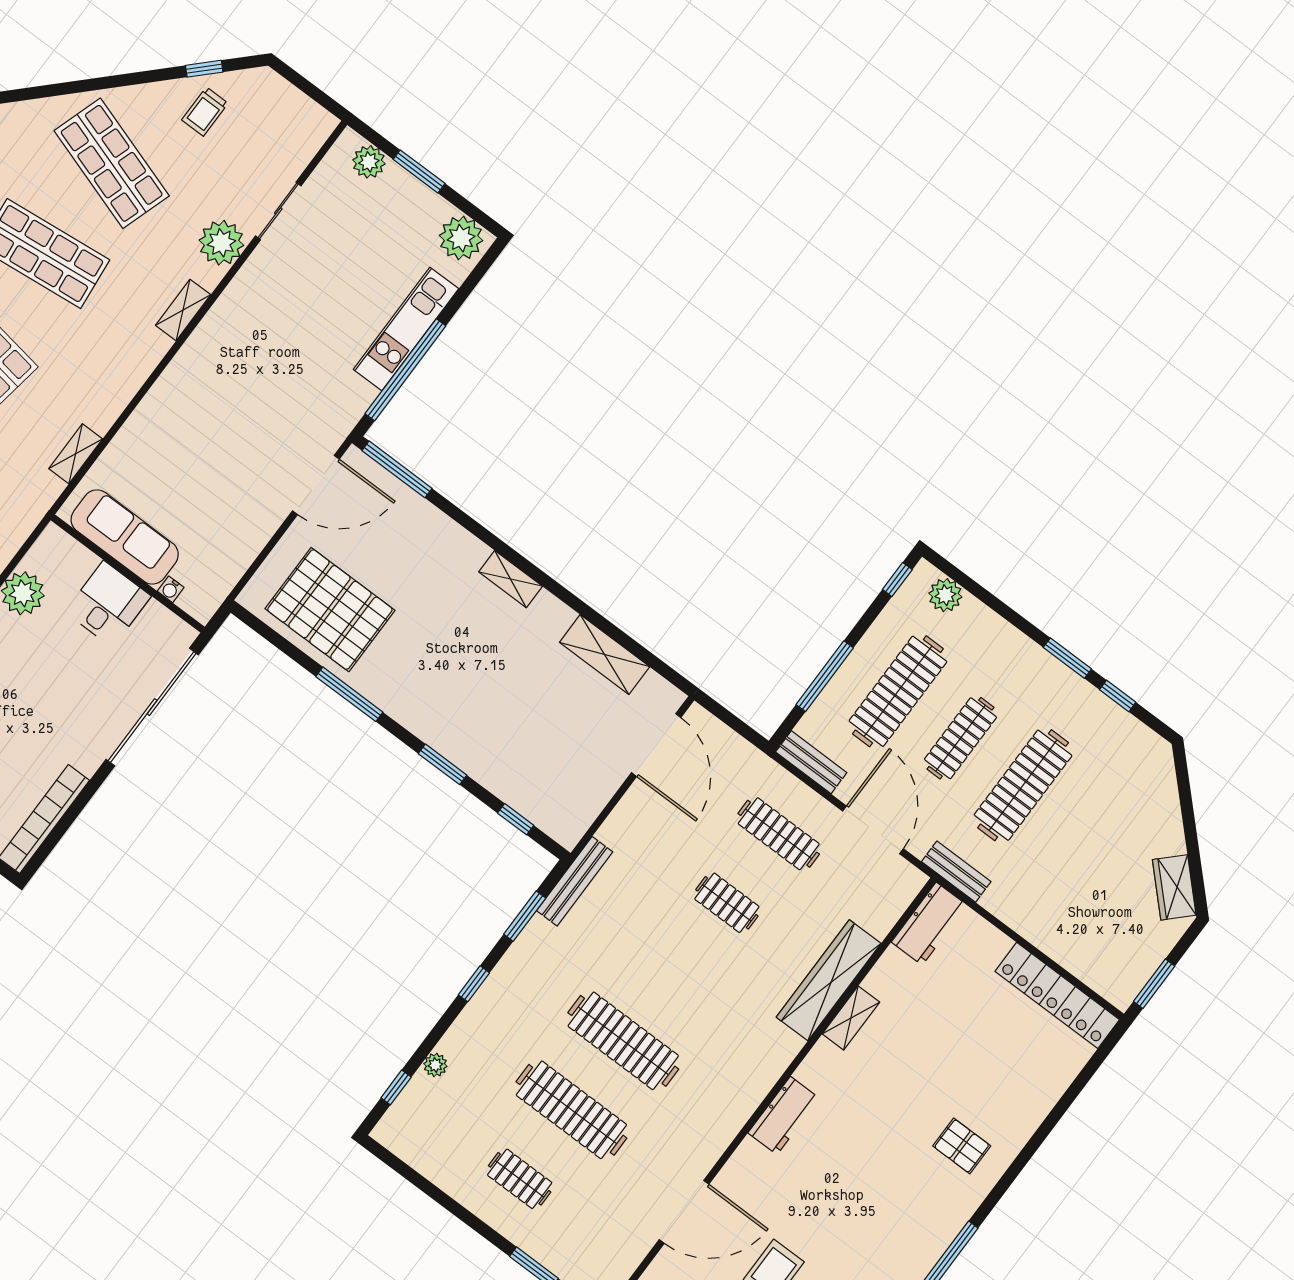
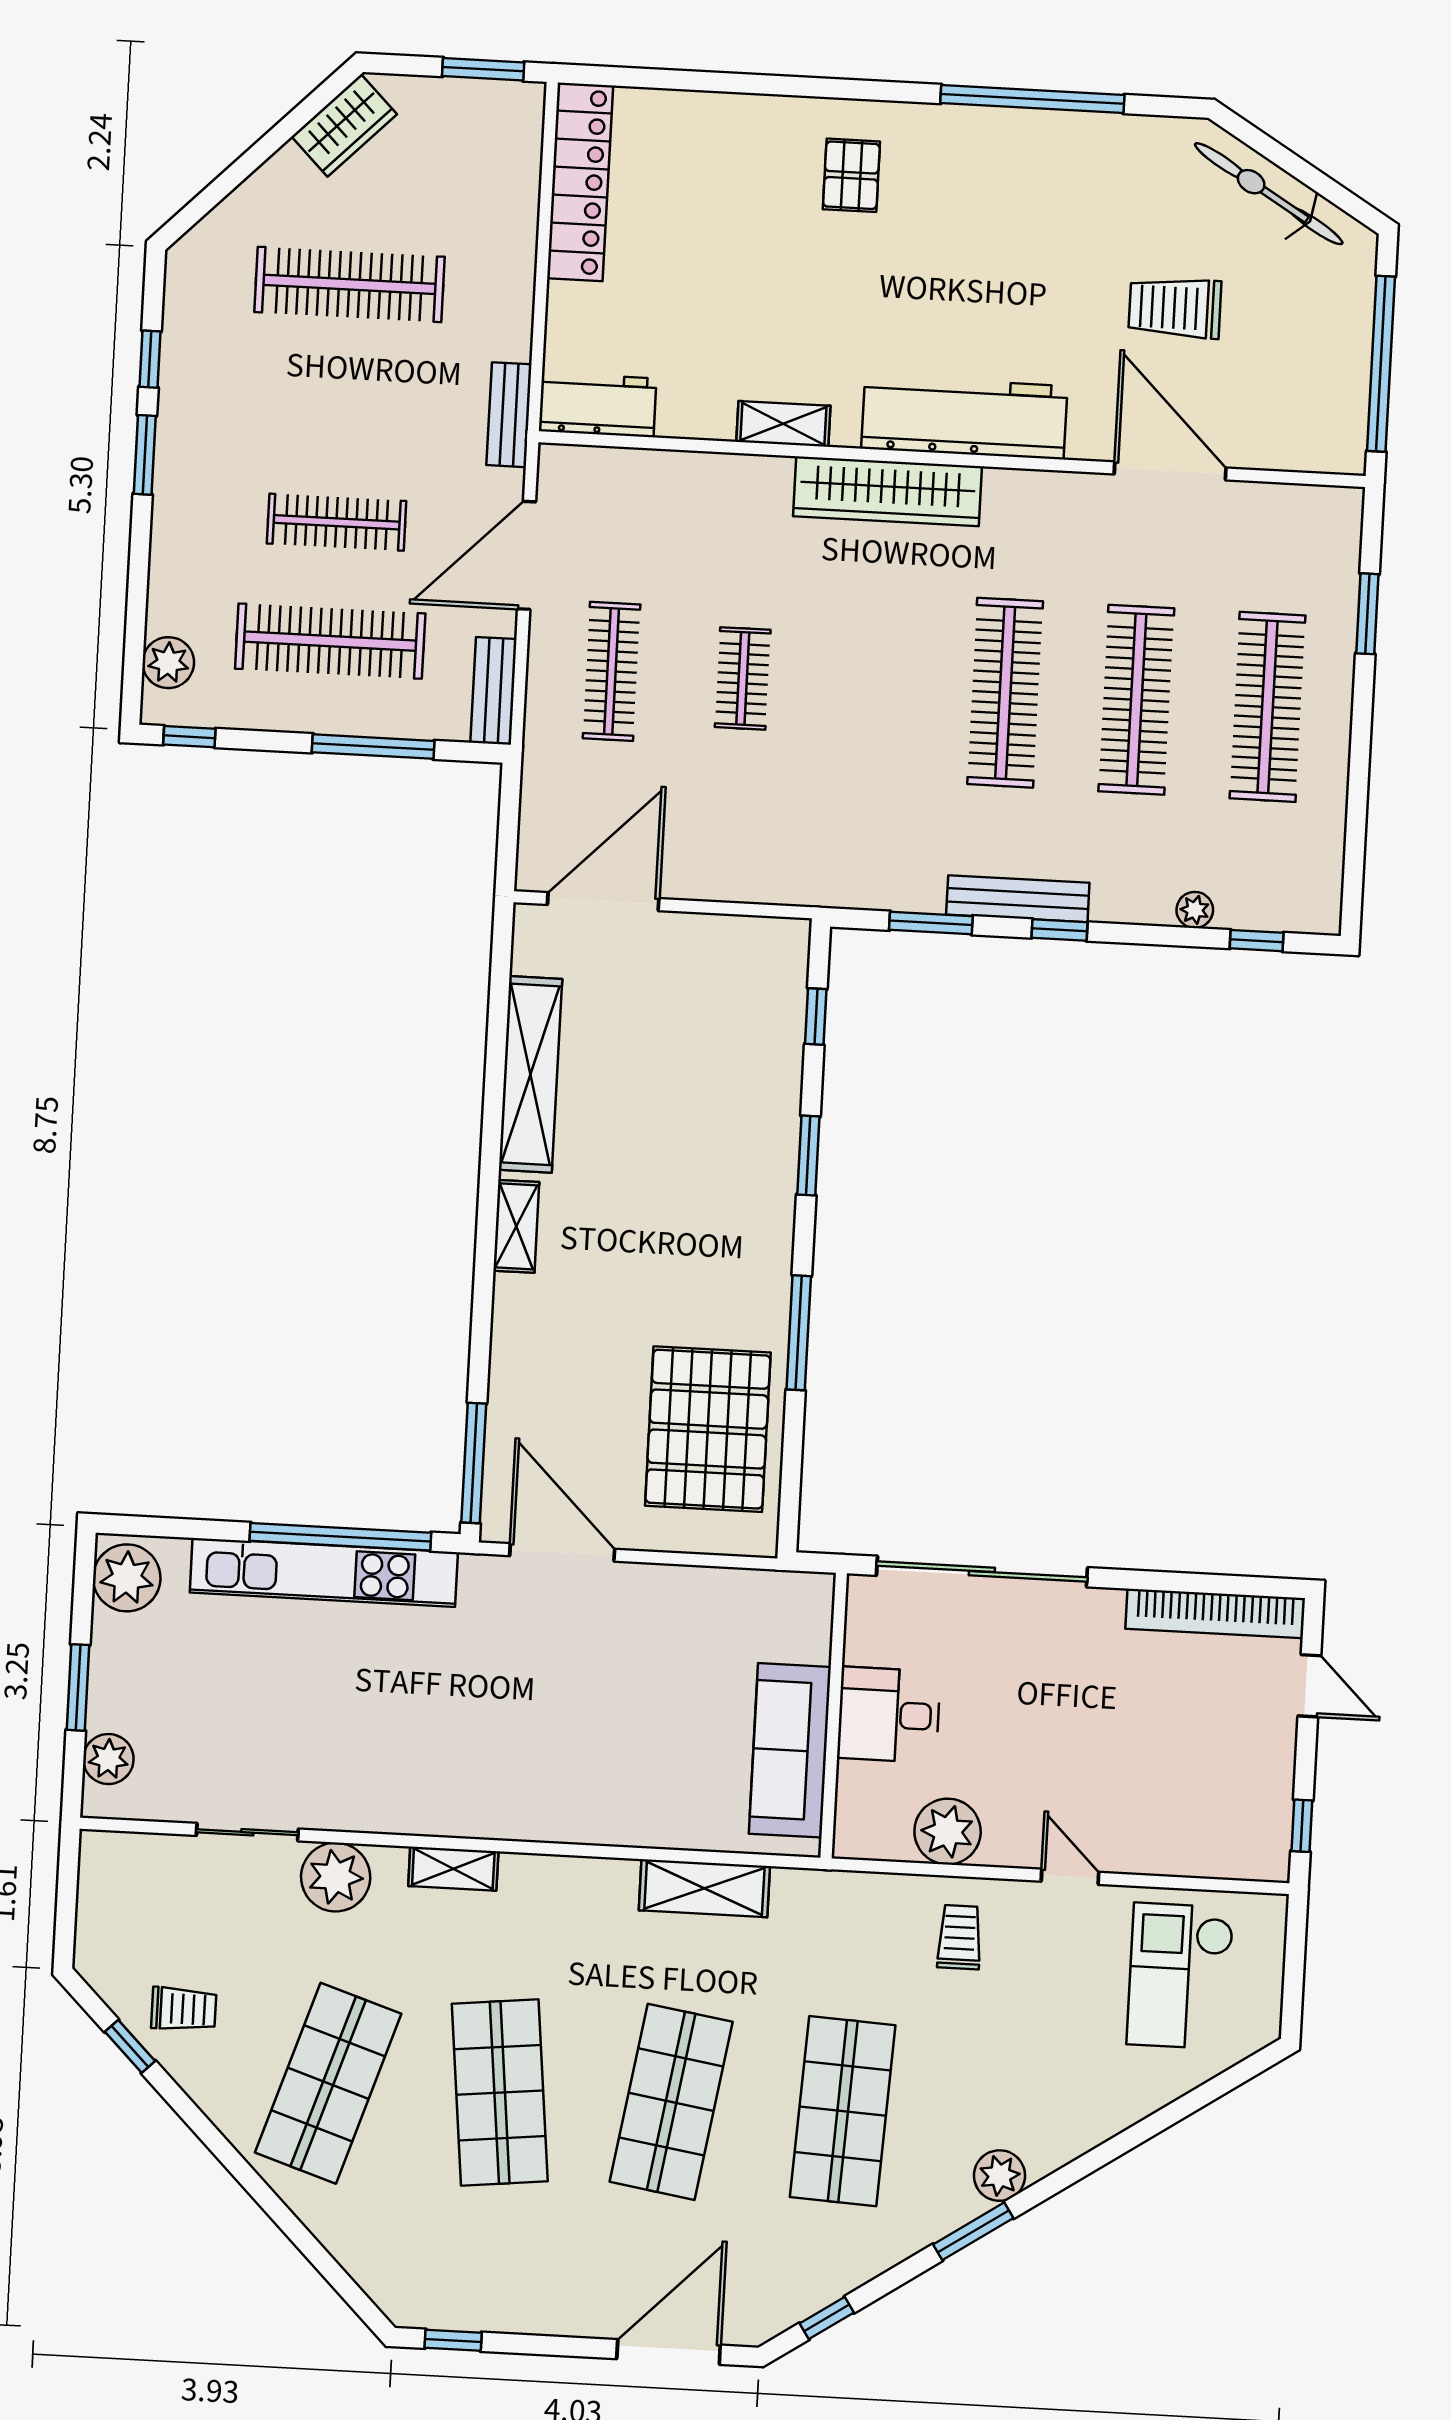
kitchen unit: (406, 329) -> (324, 1572), width x1.36
shelving: (76, 454) -> (704, 1888), width x1.50, depth x1.33
water cooler: (171, 589) -> (817, 1648), removed
shelving: (605, 655) -> (531, 1074), width x1.47
clothes rail: (1023, 785) -> (349, 284), moved
bench: (575, 881) -> (1018, 899), moved
wardrobe: (829, 980) -> (888, 491), moved
workbench: (784, 1116) -> (964, 417), width x1.88, depth x1.32
clothes rail: (520, 1179) -> (1268, 707), width x1.86, depth x1.31

